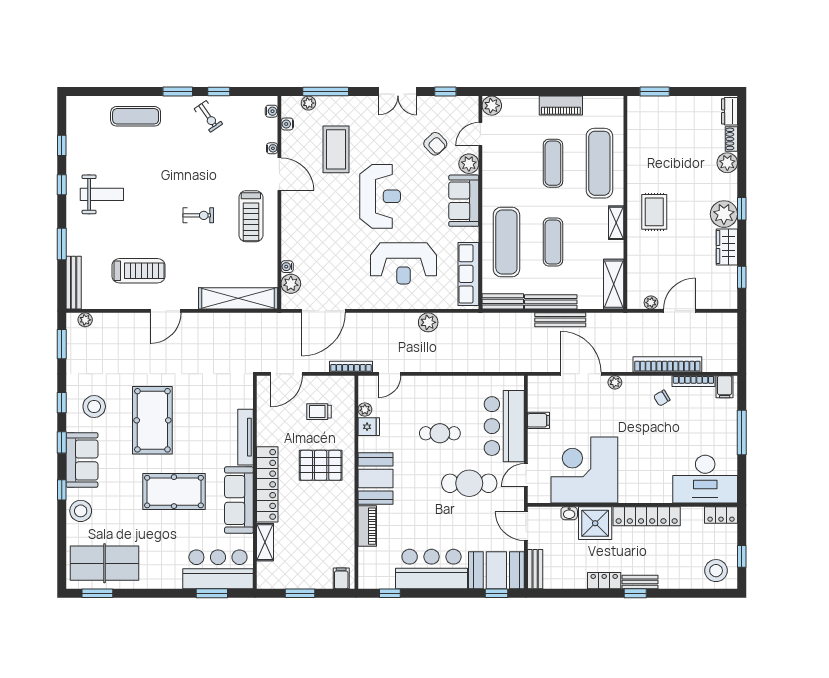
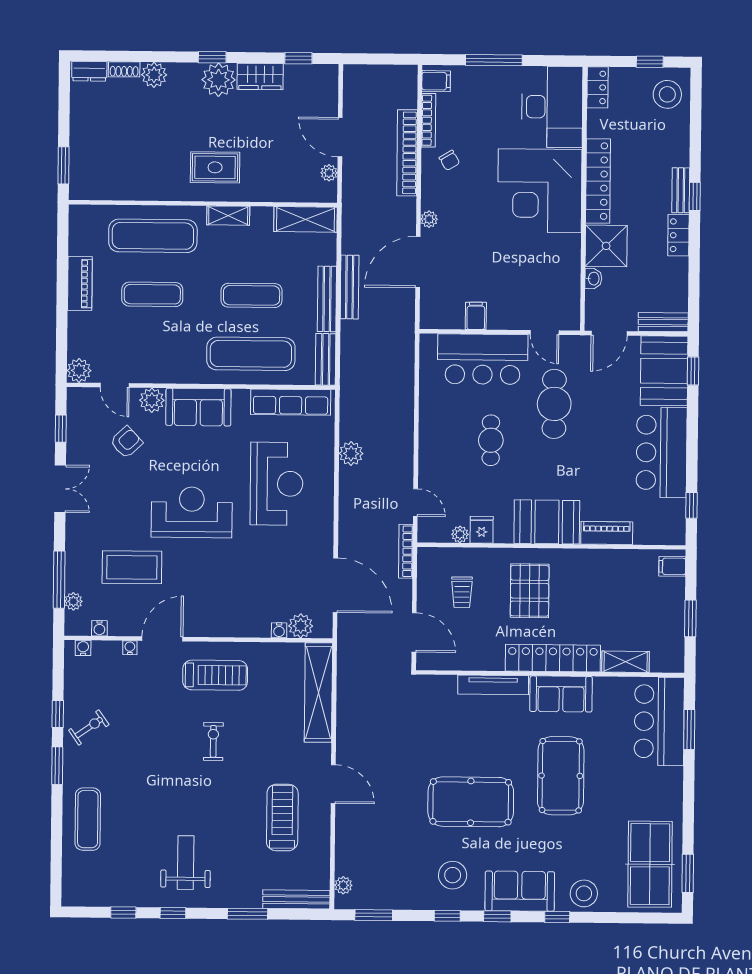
corner desk: (584, 470) -> (540, 191), moved
sofa: (239, 500) -> (561, 694), width x0.73

